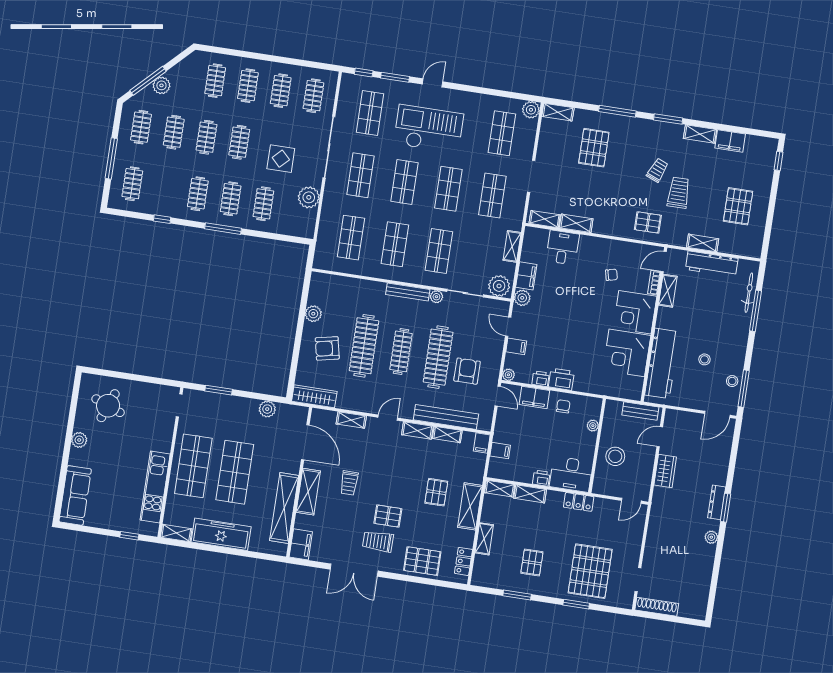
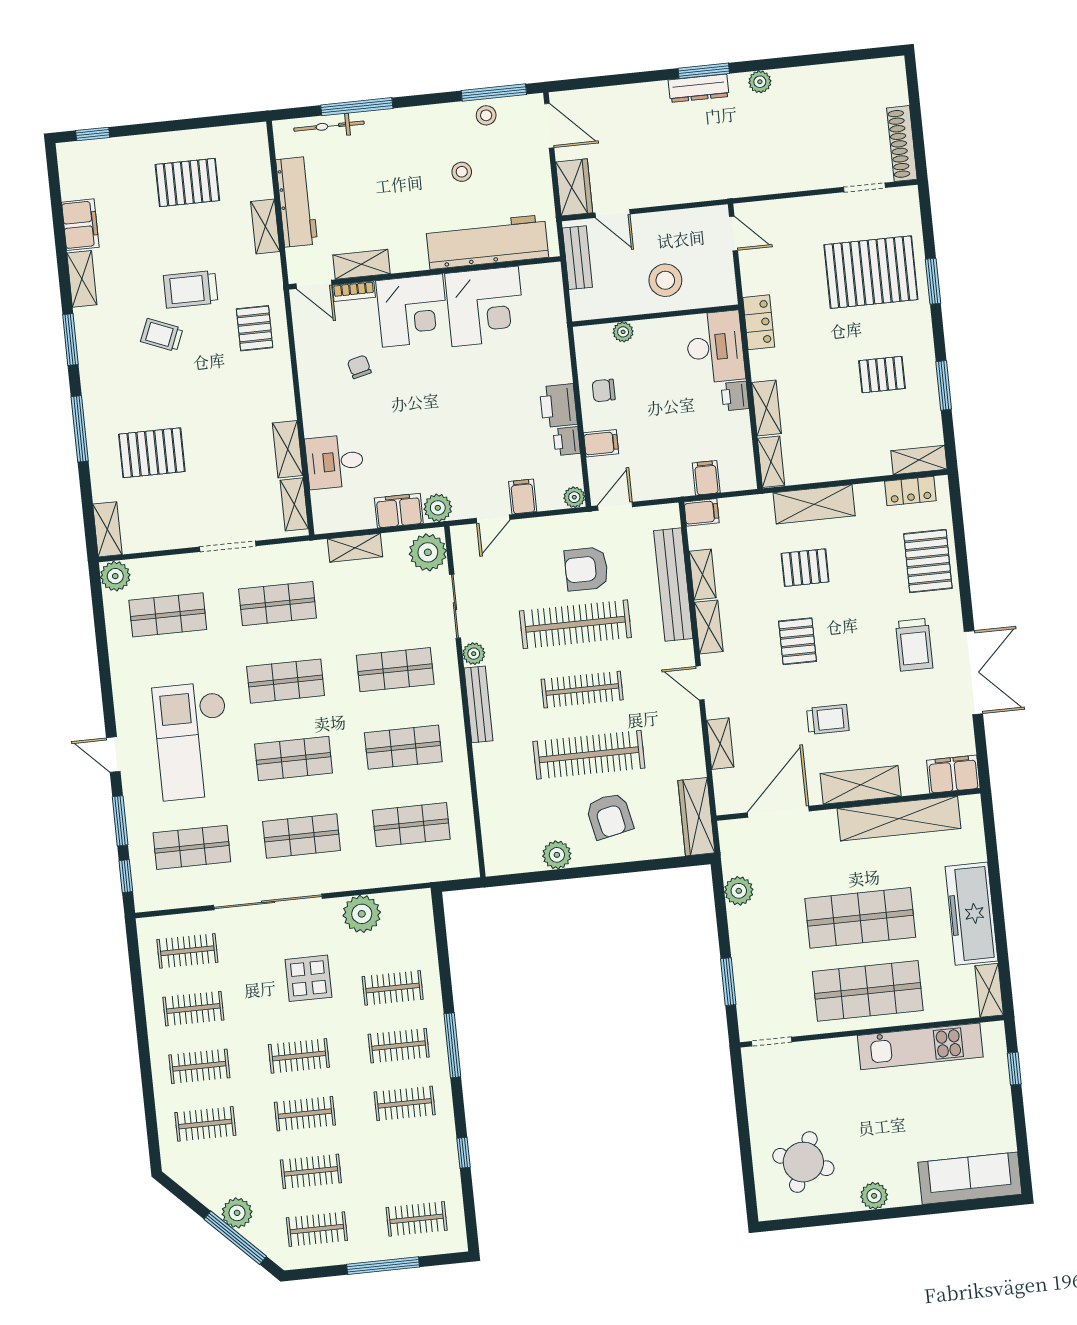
filing cabinet: (534, 397) -> (601, 443), width x0.50
wardrobe: (665, 471) -> (574, 187), moved, turned 90
pallet: (388, 516) -> (797, 641), moved
shelving: (484, 539) -> (919, 460), moved

